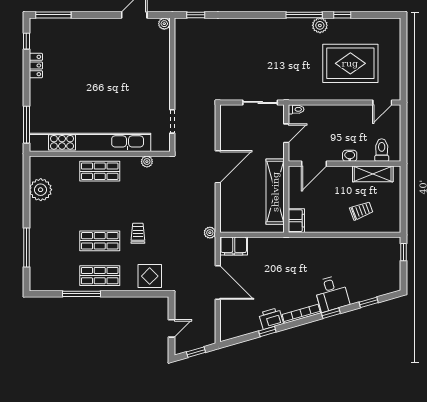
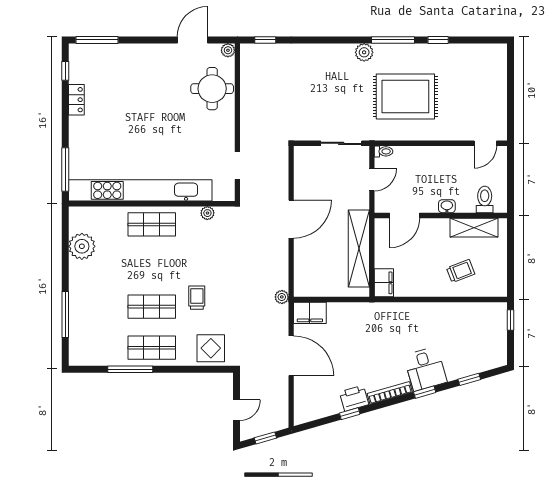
plant: (320, 25) -> (364, 52), moved
round table: (151, 56) -> (212, 89), added
rug: (350, 63) -> (405, 97), moved

